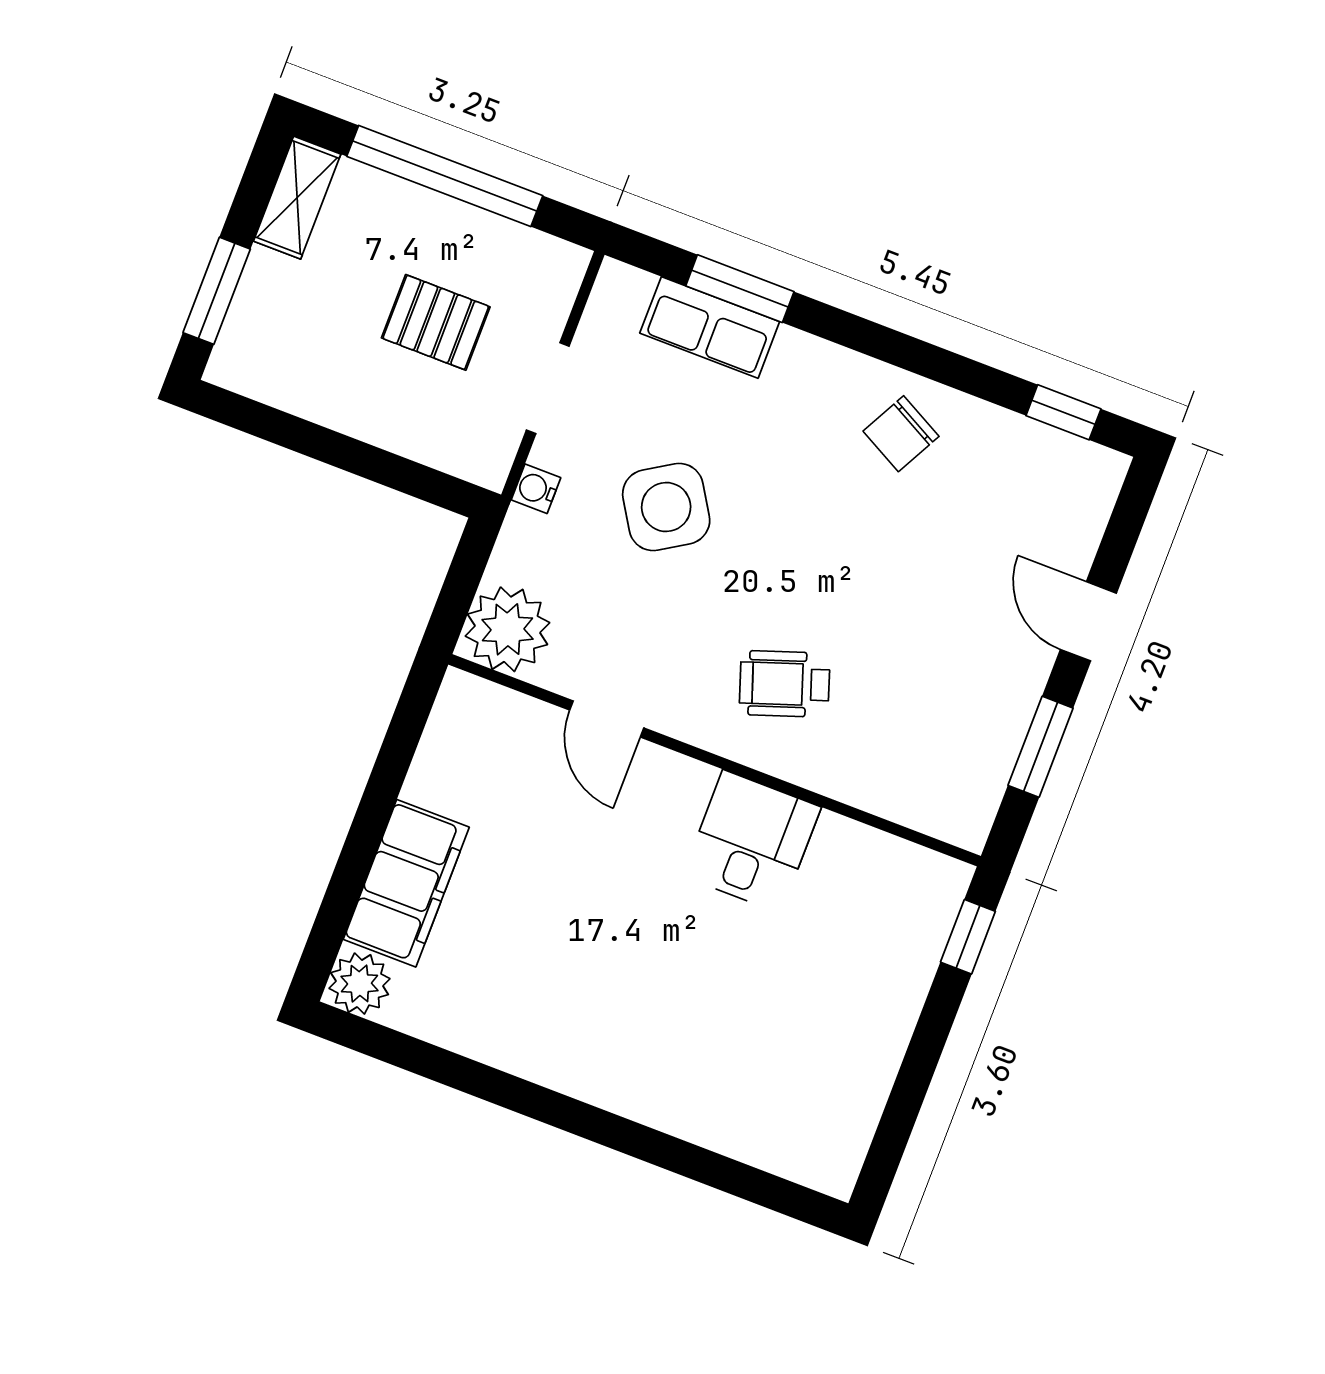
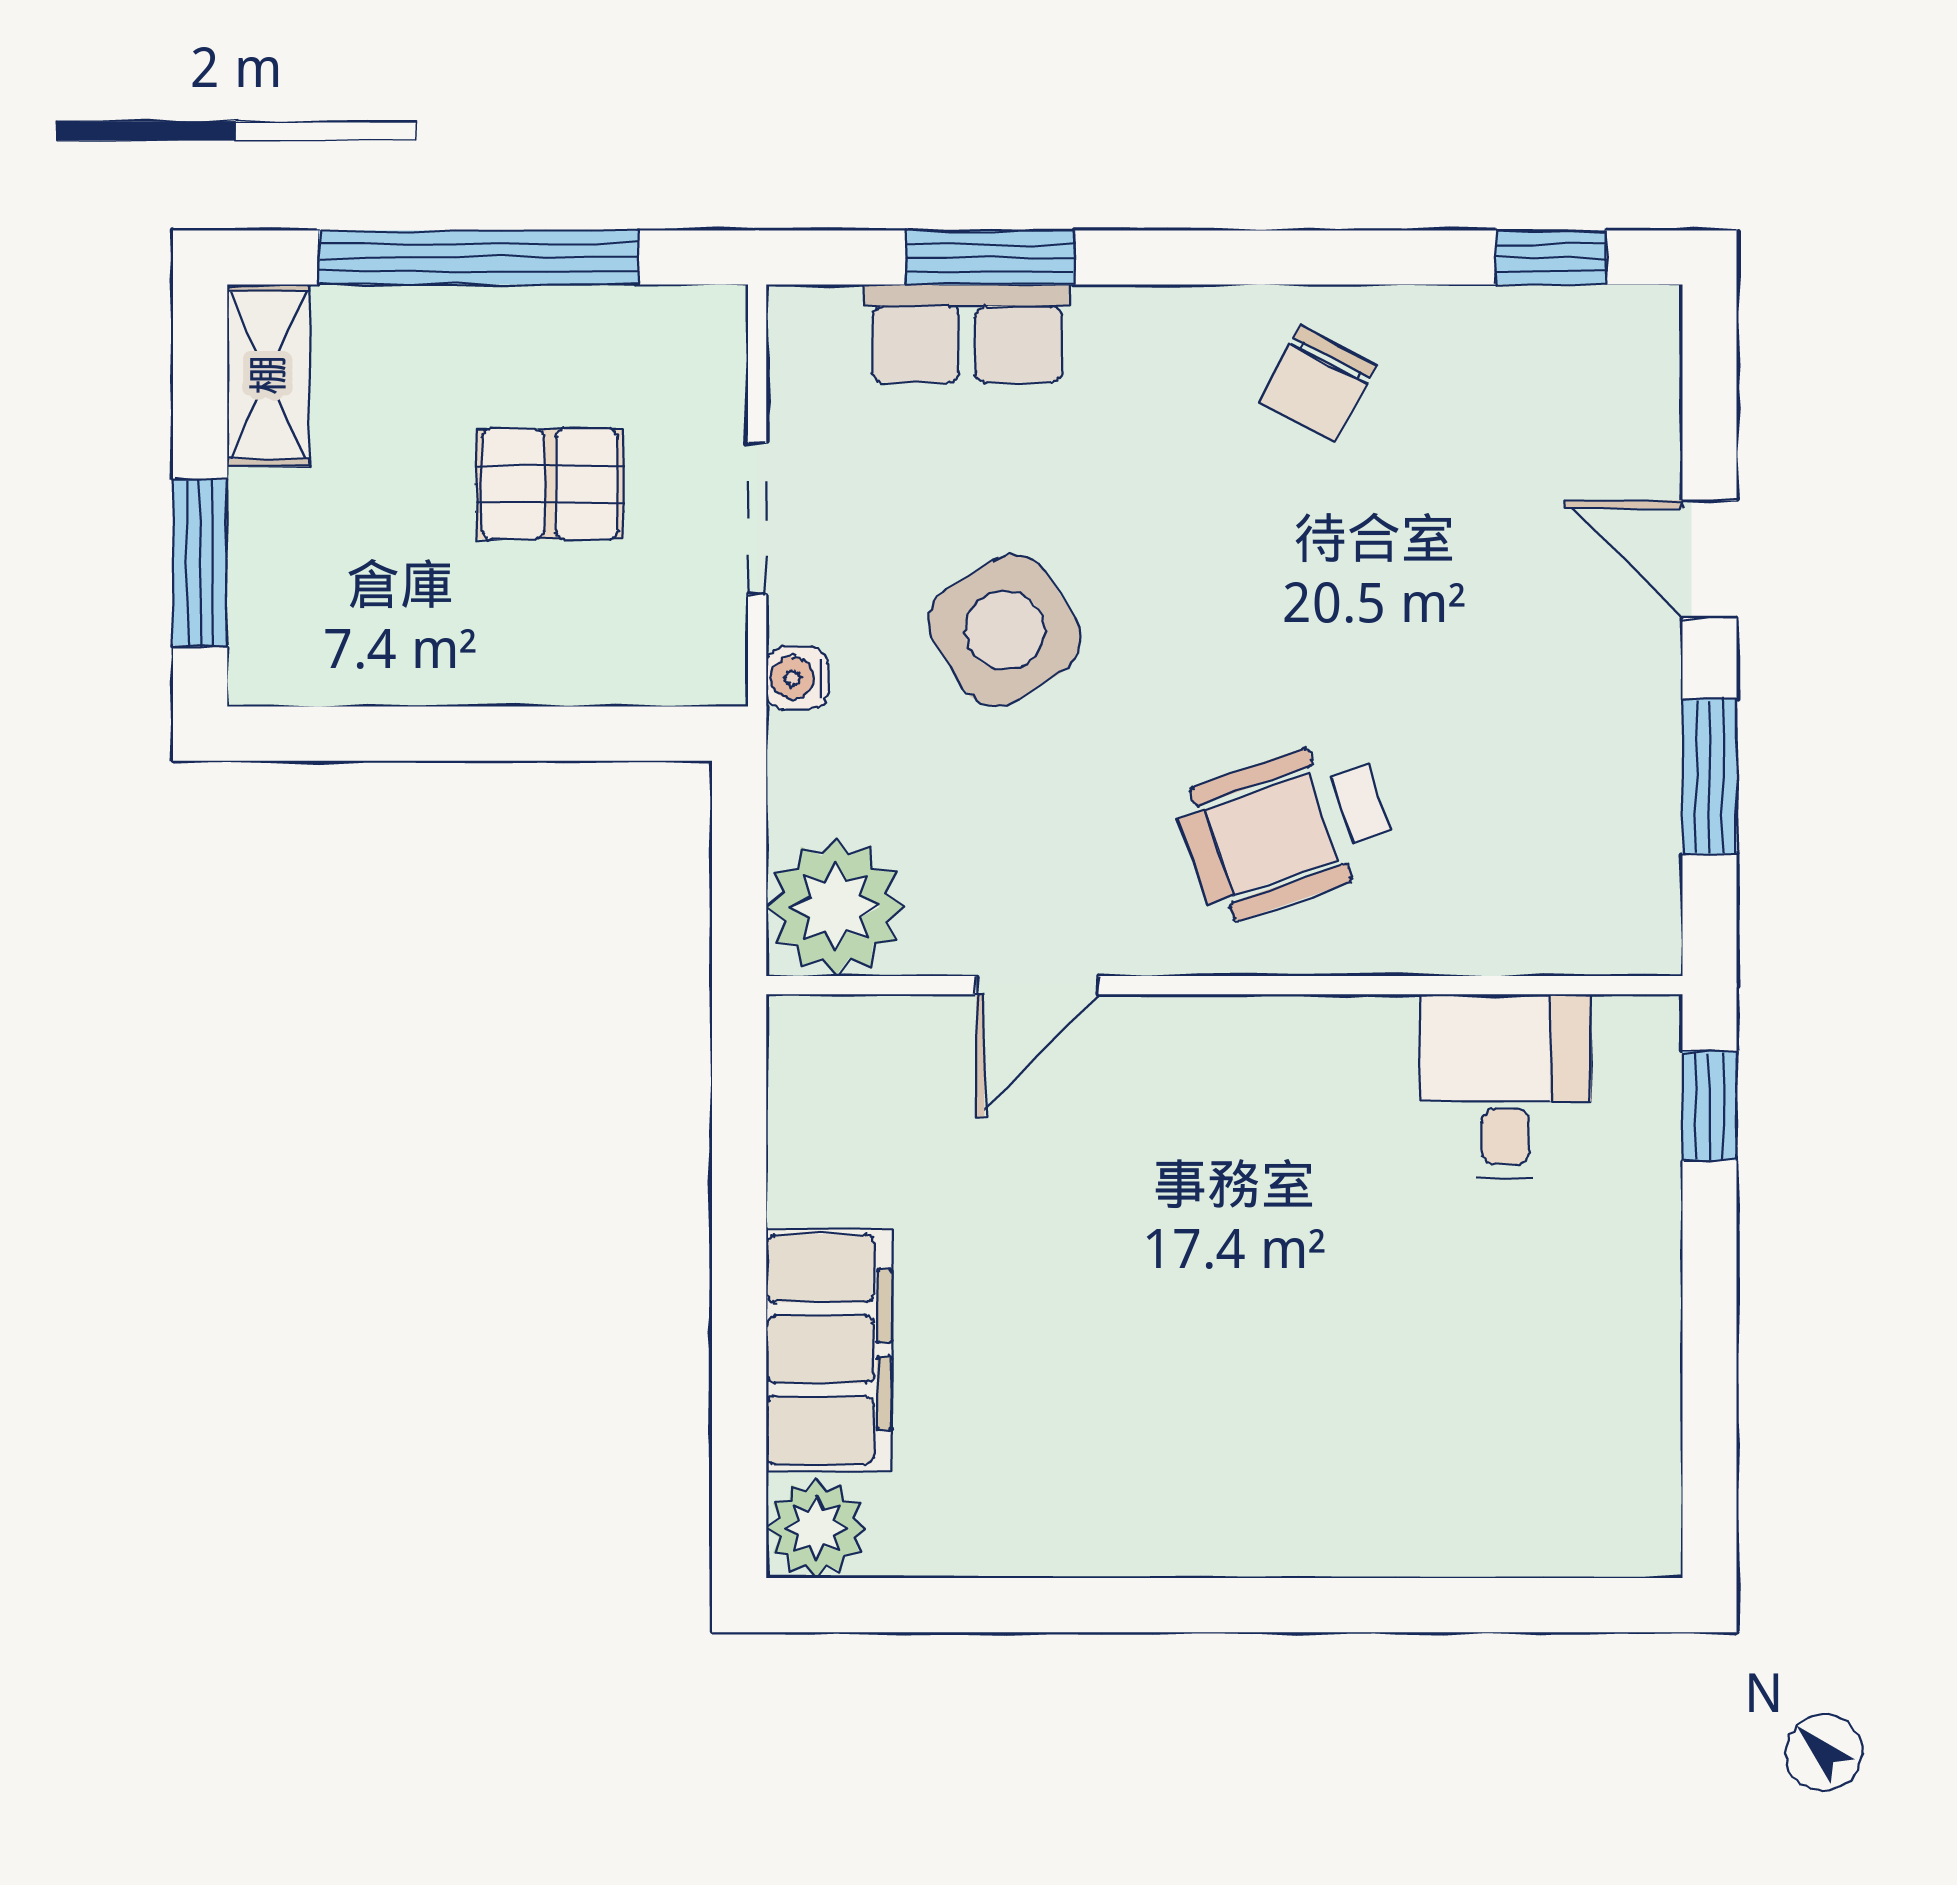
wheelchair: (785, 684) -> (1286, 829), width x1.36, depth x1.37
door: (607, 719) -> (1037, 985), hinge flipped
desk: (752, 842) -> (1505, 1087), moved

